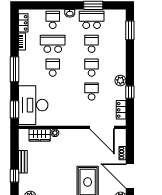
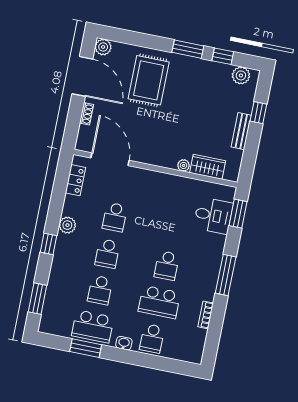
locker: (23, 23) -> (198, 343), removed
window: (130, 92) -> (49, 244), moved
desk: (33, 105) -> (213, 216), width x0.53, depth x0.77

